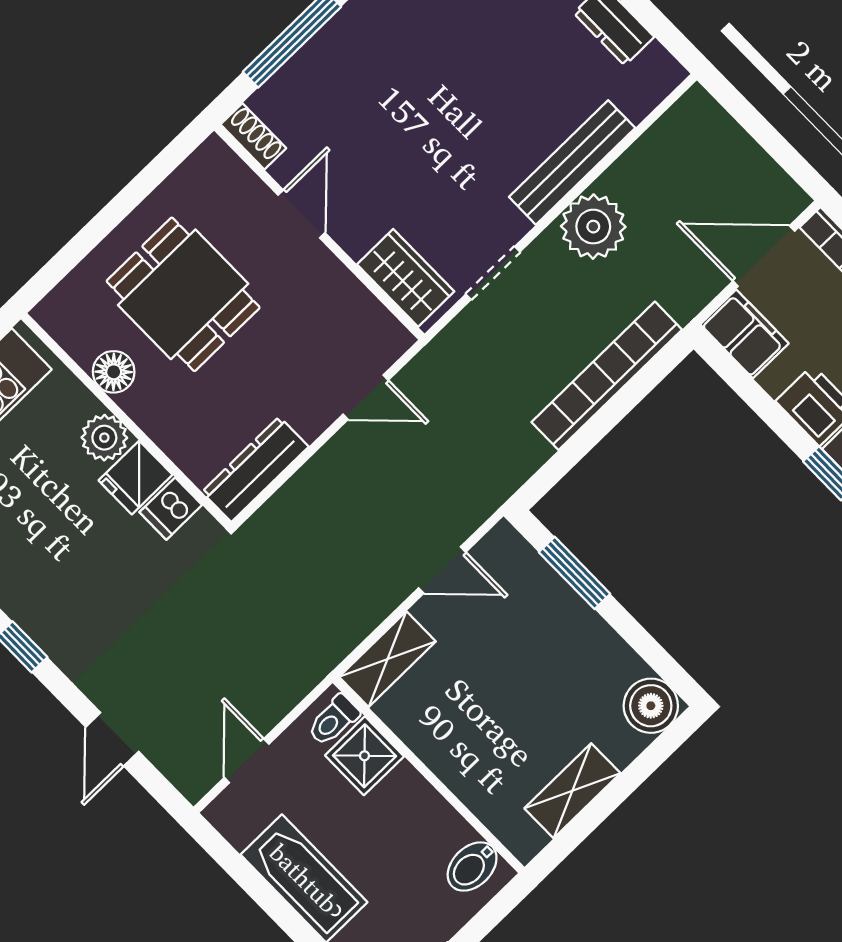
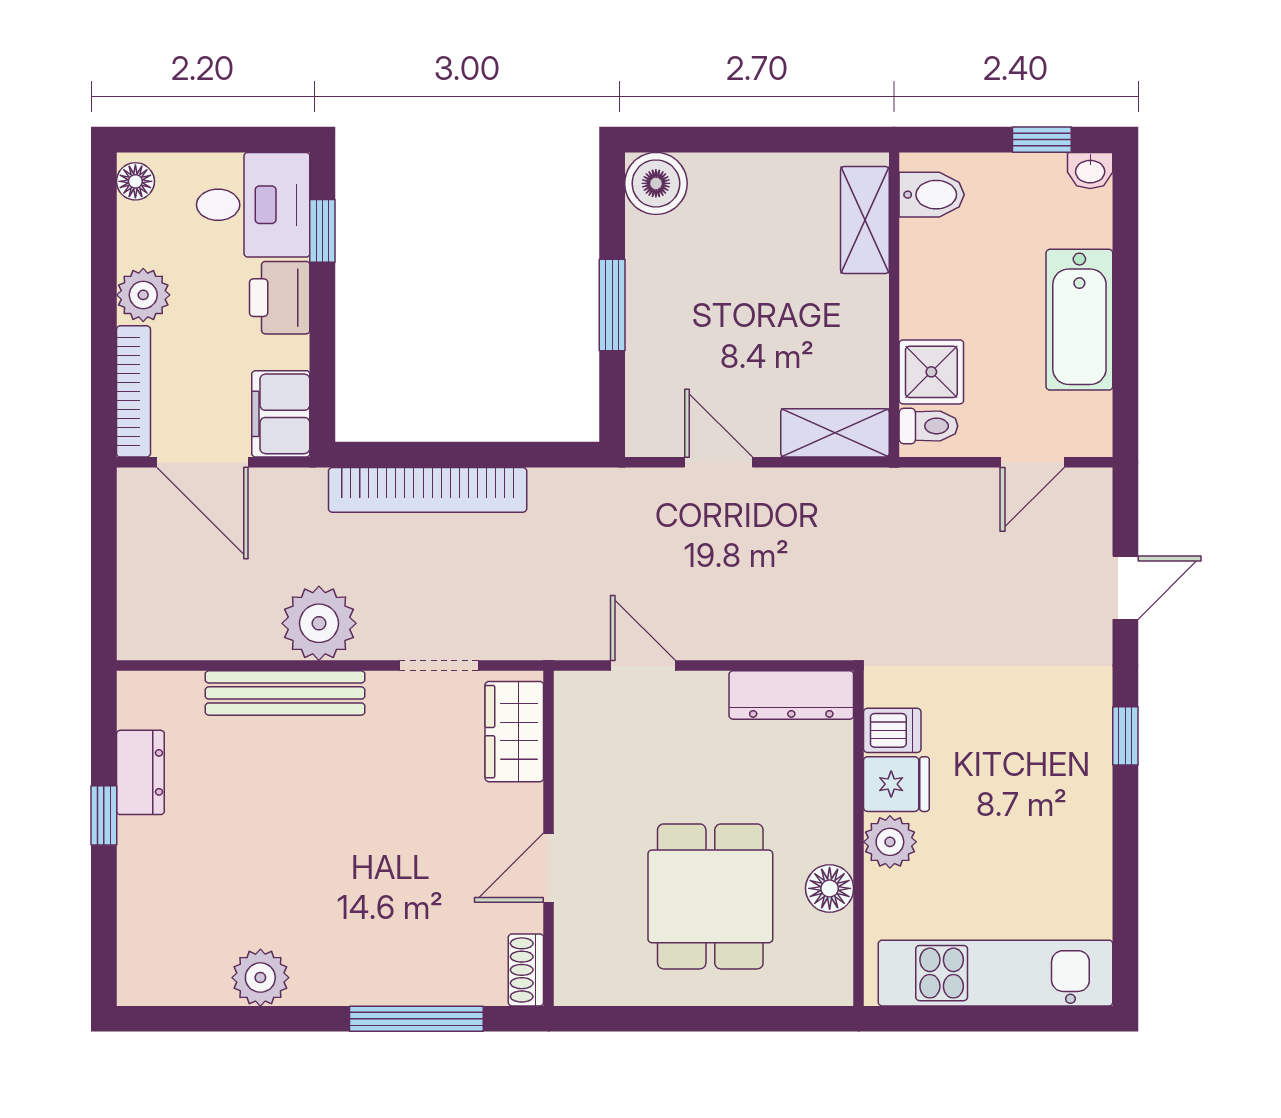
window: (575, 573) -> (612, 305), moved
shelving: (572, 791) -> (865, 220), moved, turned 90

